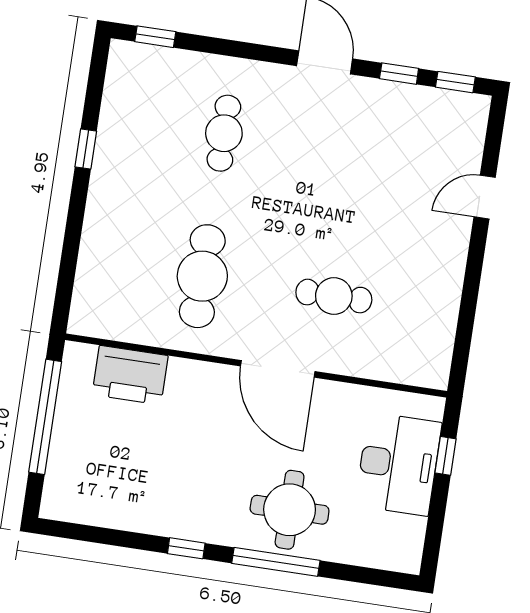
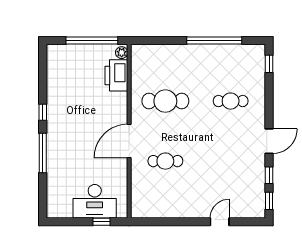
window: (86, 149) -> (214, 40), width x3.17
door: (485, 197) -> (220, 222), hinge flipped
cafe table: (334, 296) -> (165, 161), turned 90
plant: (82, 356) -> (122, 53), added
round table: (290, 510) -> (67, 156), removed

